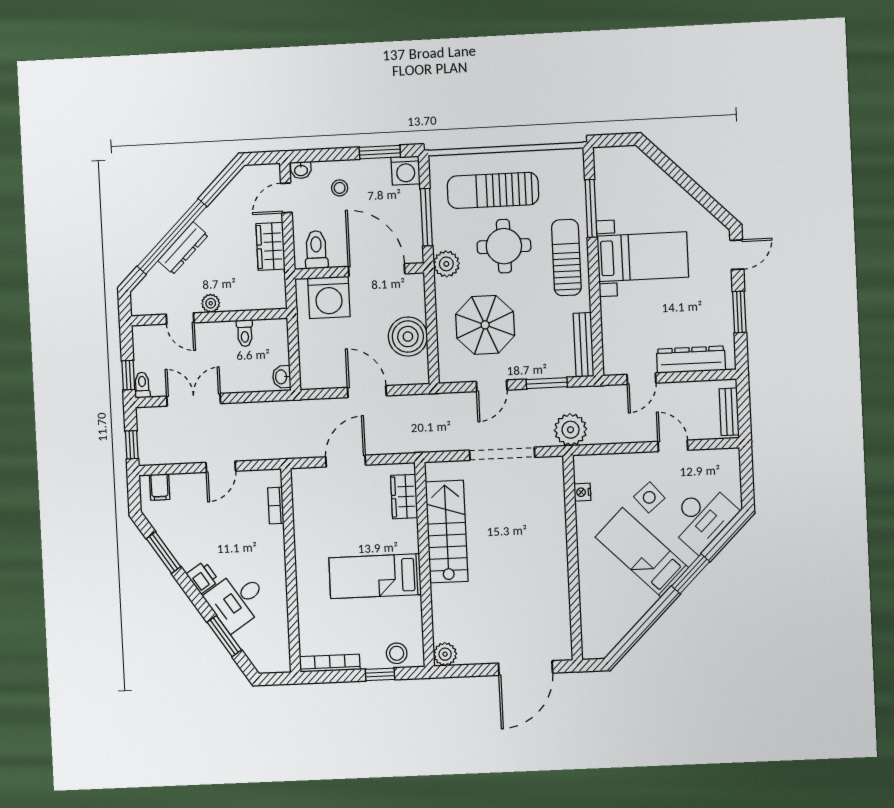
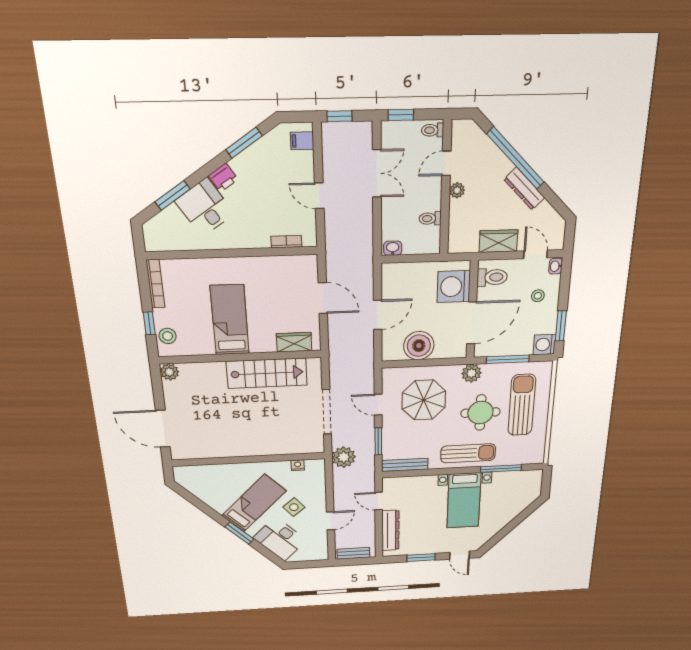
dresser: (183, 248) -> (524, 189), moved
toilet: (142, 385) -> (433, 130), moved, turned 180

